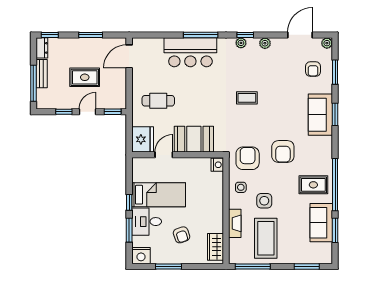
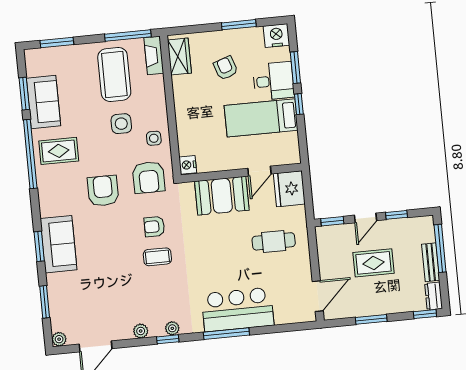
armchair: (313, 69) -> (154, 227), moved, turned -90
fireplace: (235, 223) -> (154, 55), moved

